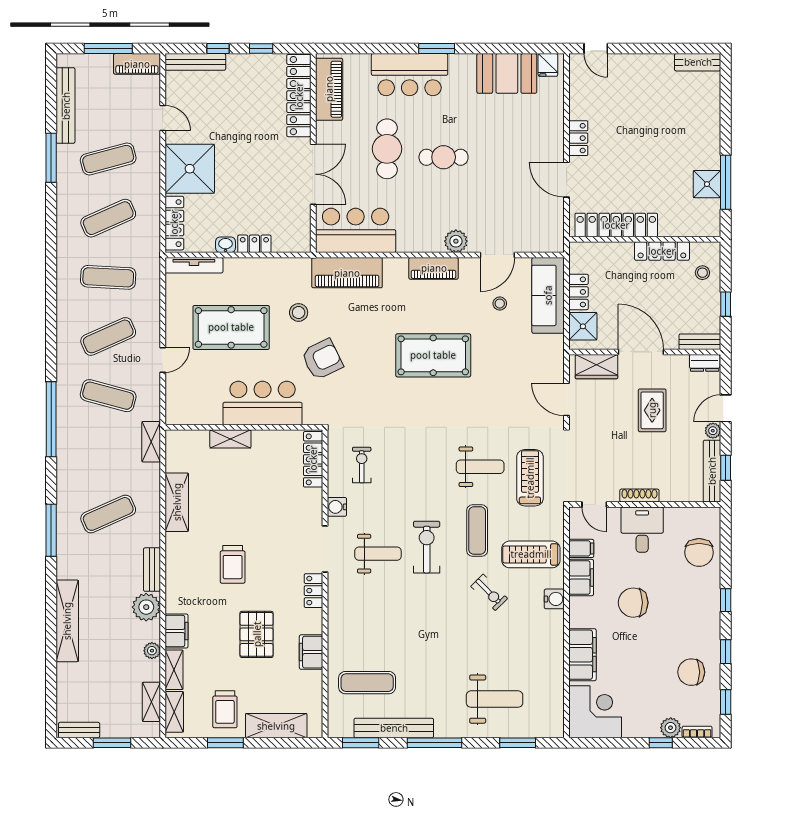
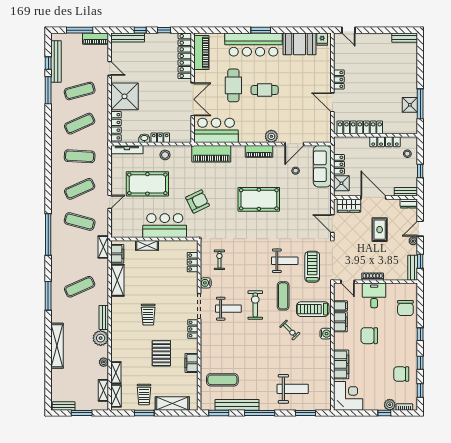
bar counter: (410, 75) -> (253, 44), width x1.36
window: (51, 109) -> (48, 63), added
stool: (299, 312) -> (165, 155), moved
locker: (313, 459) -> (193, 262), width x0.66
bench: (712, 471) -> (413, 268), width x0.73
filing cabinet: (176, 631) -> (117, 254), moved

